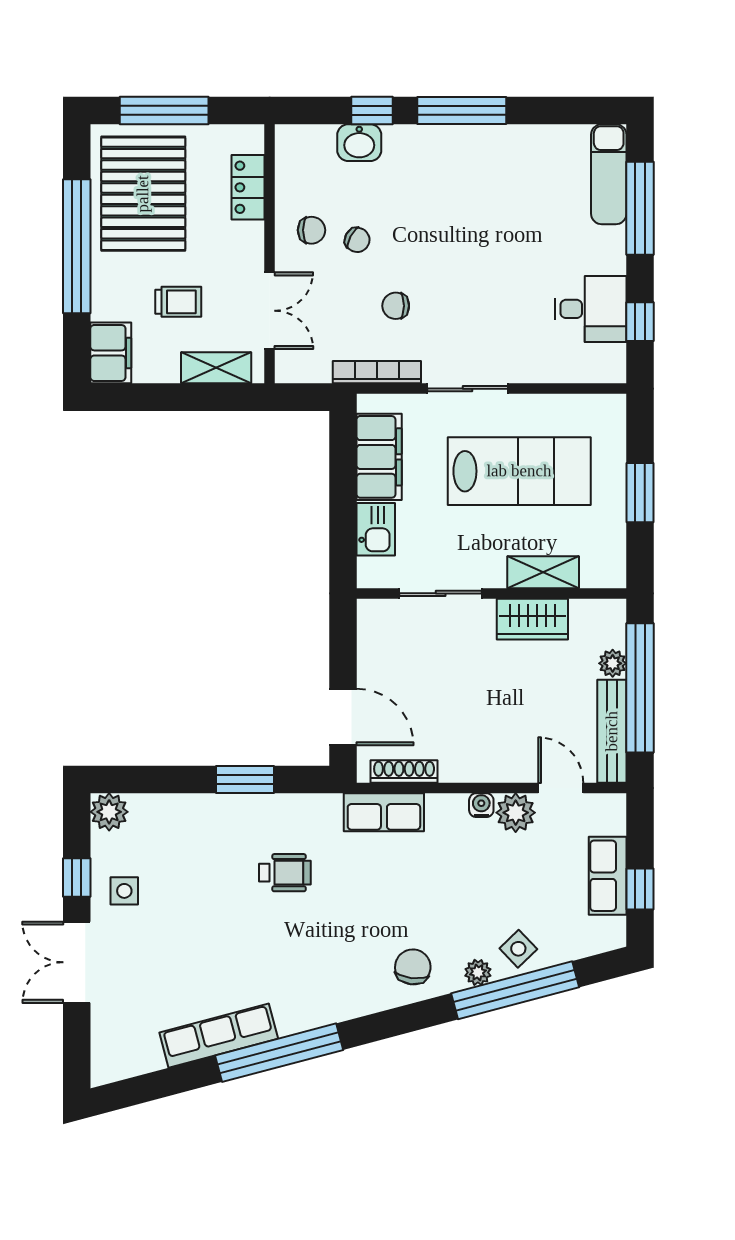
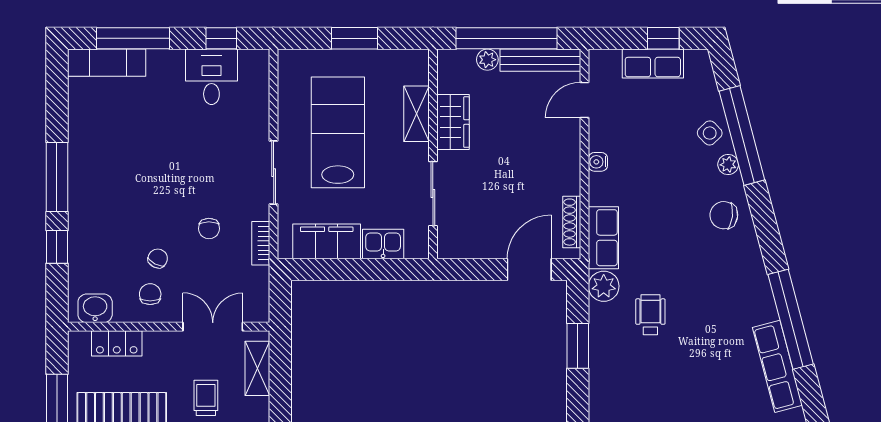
washbasin: (359, 143) -> (95, 308), moved, turned -90
bookcase: (377, 372) -> (261, 243), width x0.64
plant: (516, 813) -> (604, 286), moved

